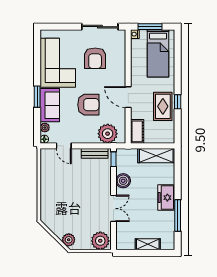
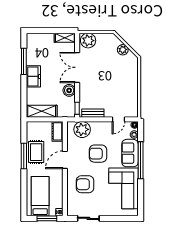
sliding door: (100, 27) -> (88, 218), width x0.73
armchair: (95, 58) -> (85, 184), moved, turned -90
window: (37, 97) -> (141, 160), width x2.11
door: (128, 97) -> (65, 160), swing flipped
window: (178, 102) -> (24, 156), width x2.17
door: (64, 146) -> (118, 119), swing flipped
double door: (113, 208) -> (77, 67), width x1.37
plant: (69, 240) -> (123, 50), moved
shelving: (148, 244) -> (65, 38), moved

